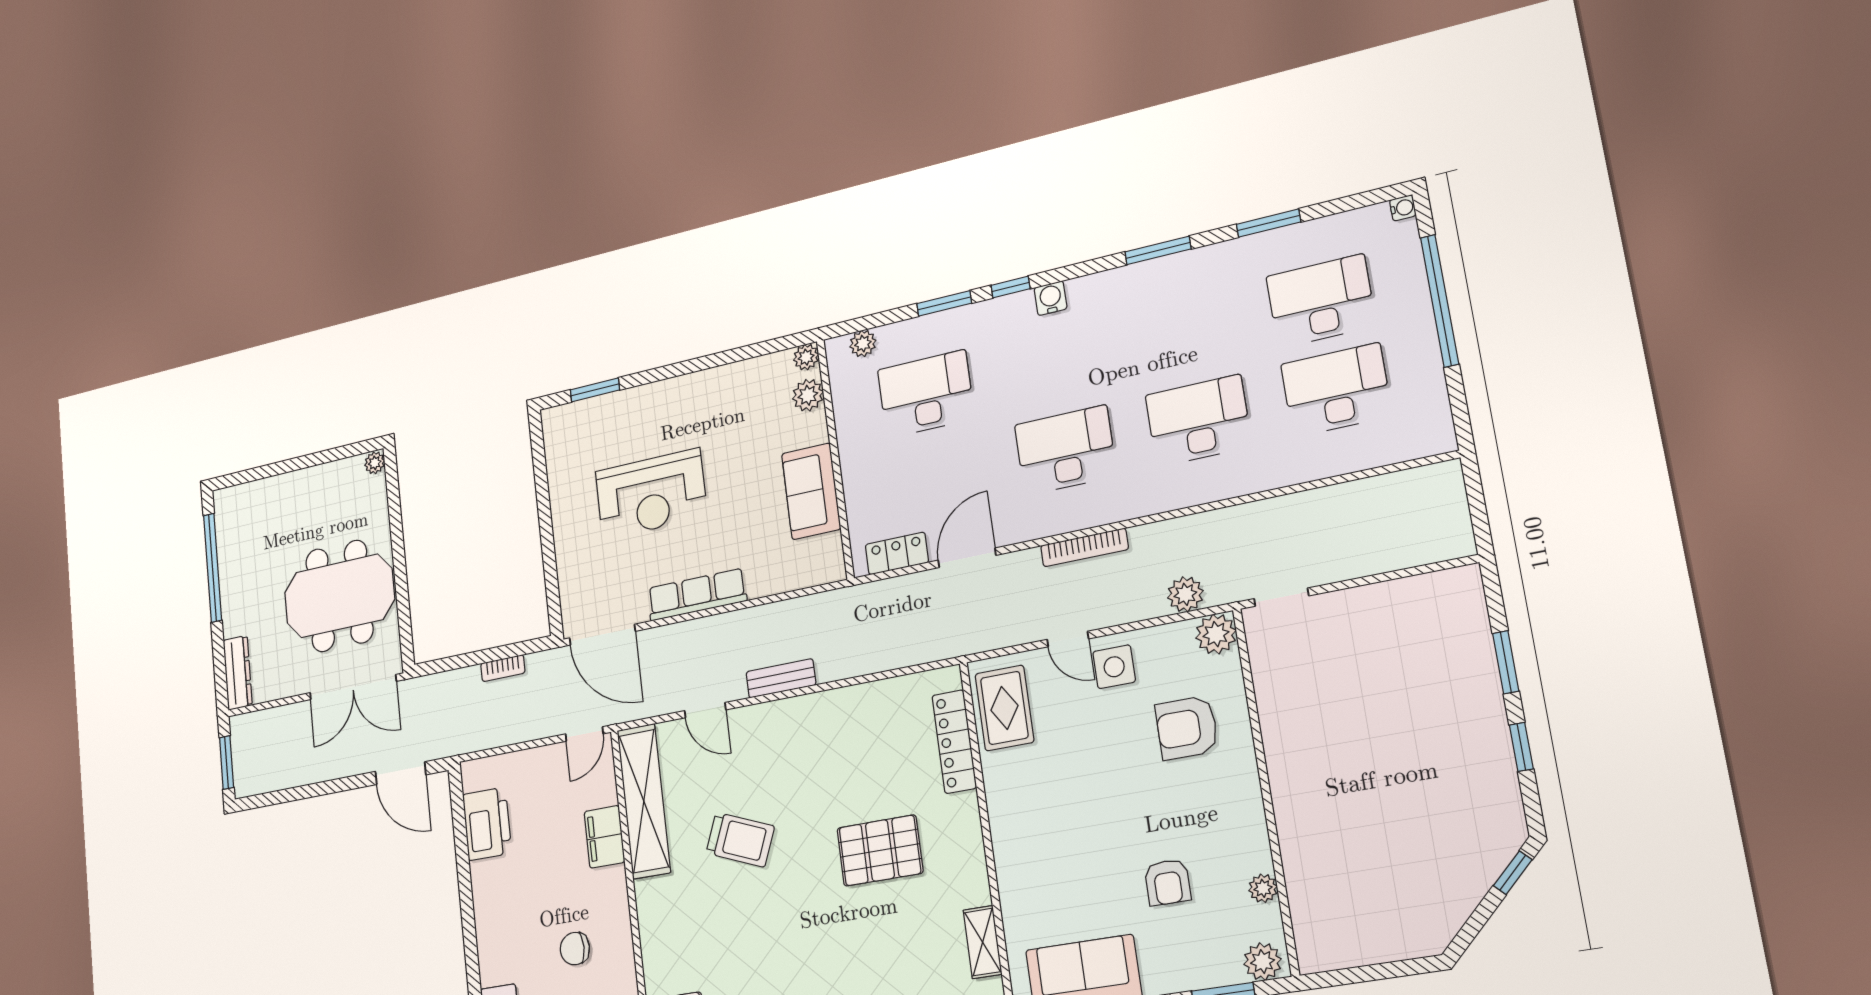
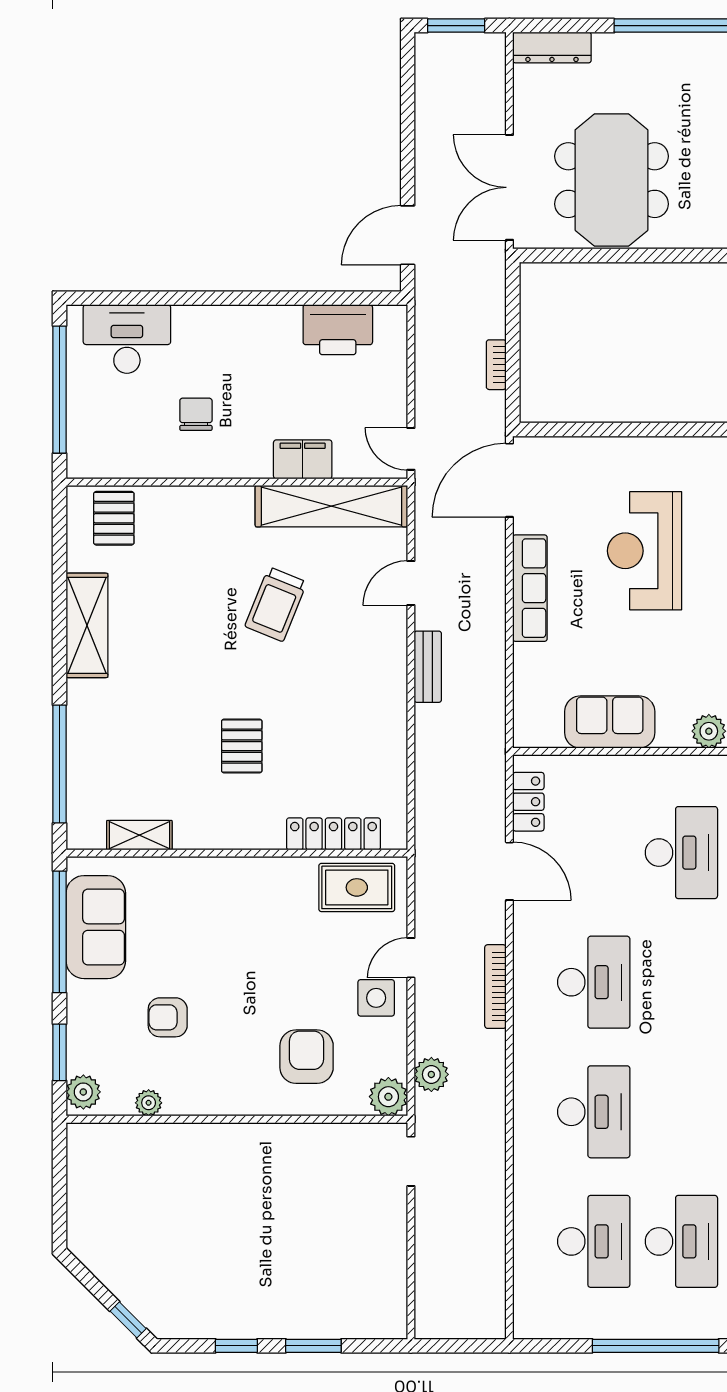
pallet: (880, 850) -> (242, 746), width x0.67, depth x0.71

